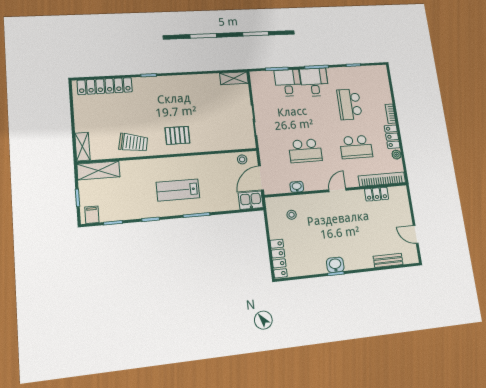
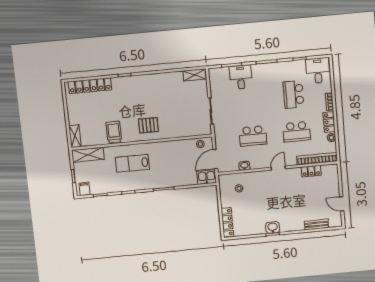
desk: (314, 82) -> (318, 71), moved
trolley: (133, 143) -> (114, 132), turned -101
lab bench: (178, 190) -> (132, 163), moved

